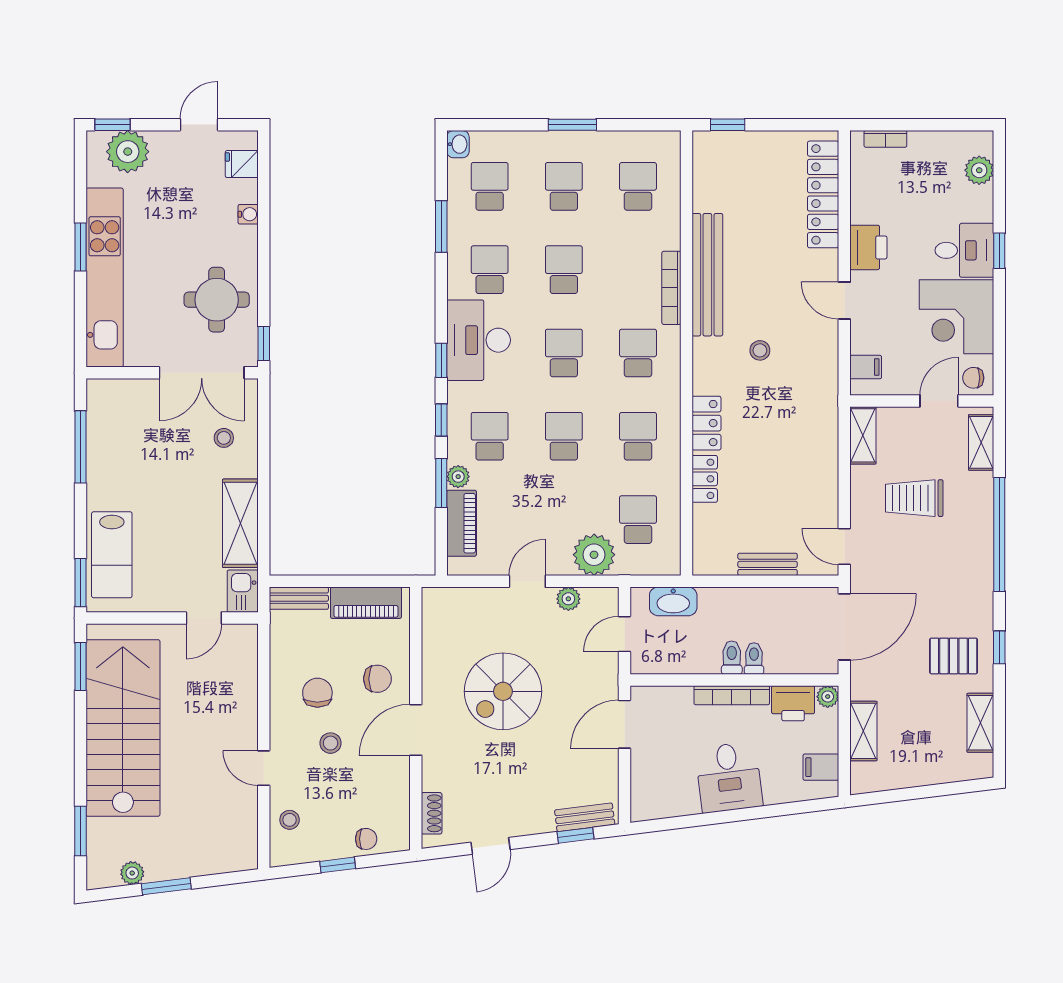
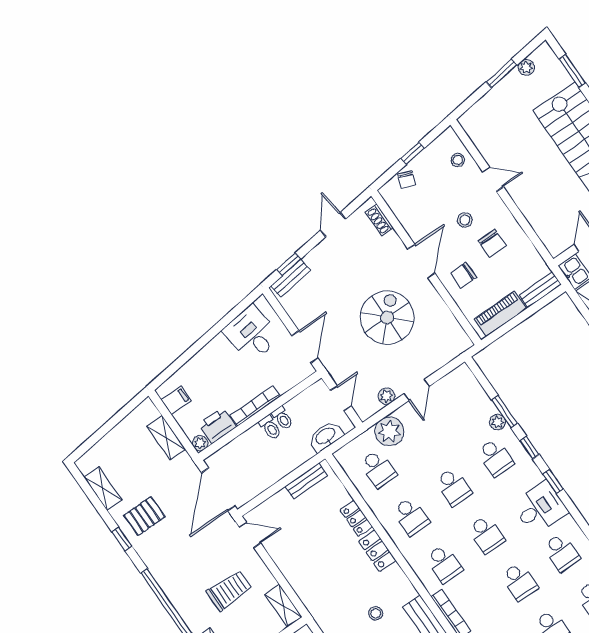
desk: (479, 340) -> (540, 508), width x0.73
piano: (462, 523) -> (477, 397), removed
bench: (768, 564) -> (306, 481), moved
toilet: (754, 659) -> (282, 418), moved
desk: (729, 777) -> (252, 334), moved
chair: (366, 839) -> (407, 179), turned -69

